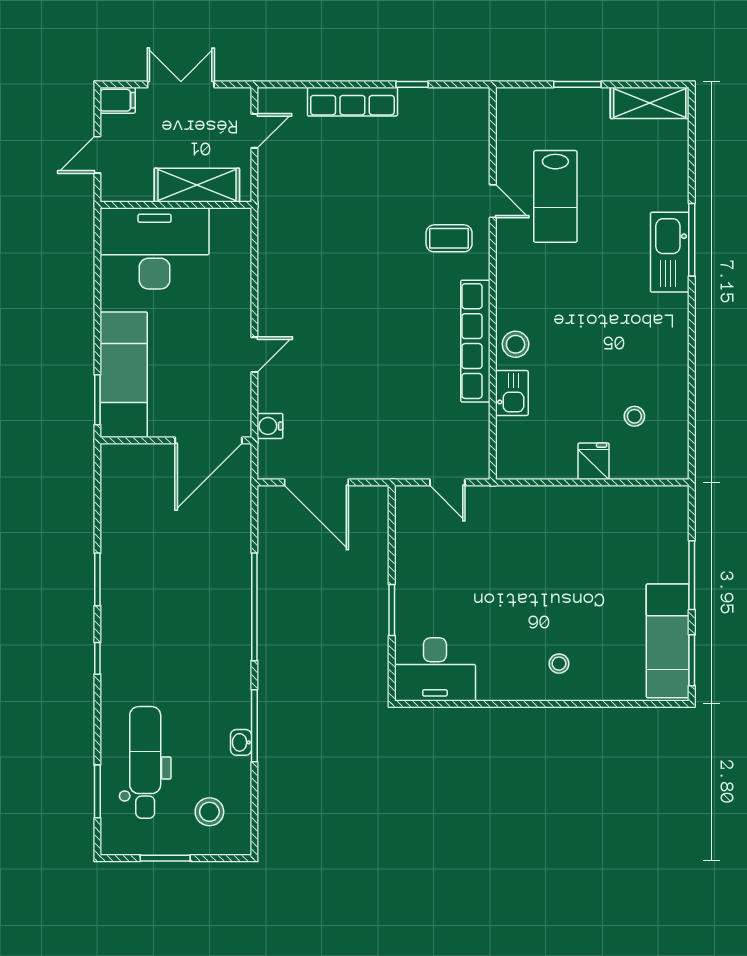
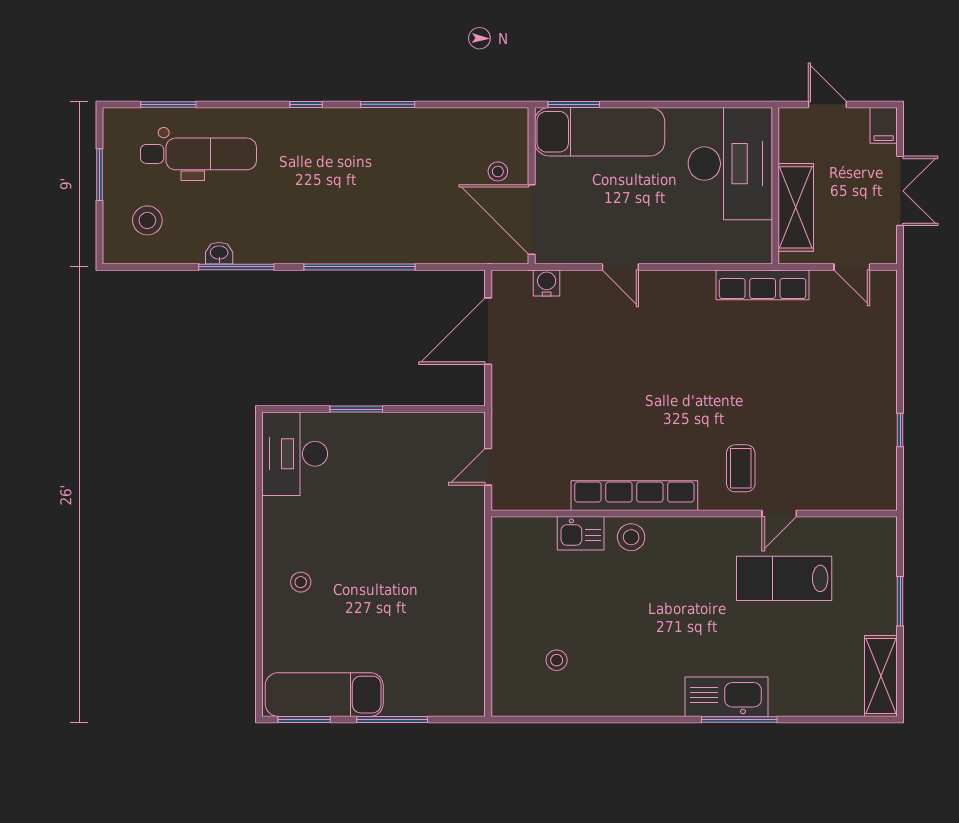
row of seats: (352, 102) -> (763, 285), moved, turned -90
fridge: (594, 461) -> (510, 618), removed
stool: (162, 473) -> (498, 171), added

